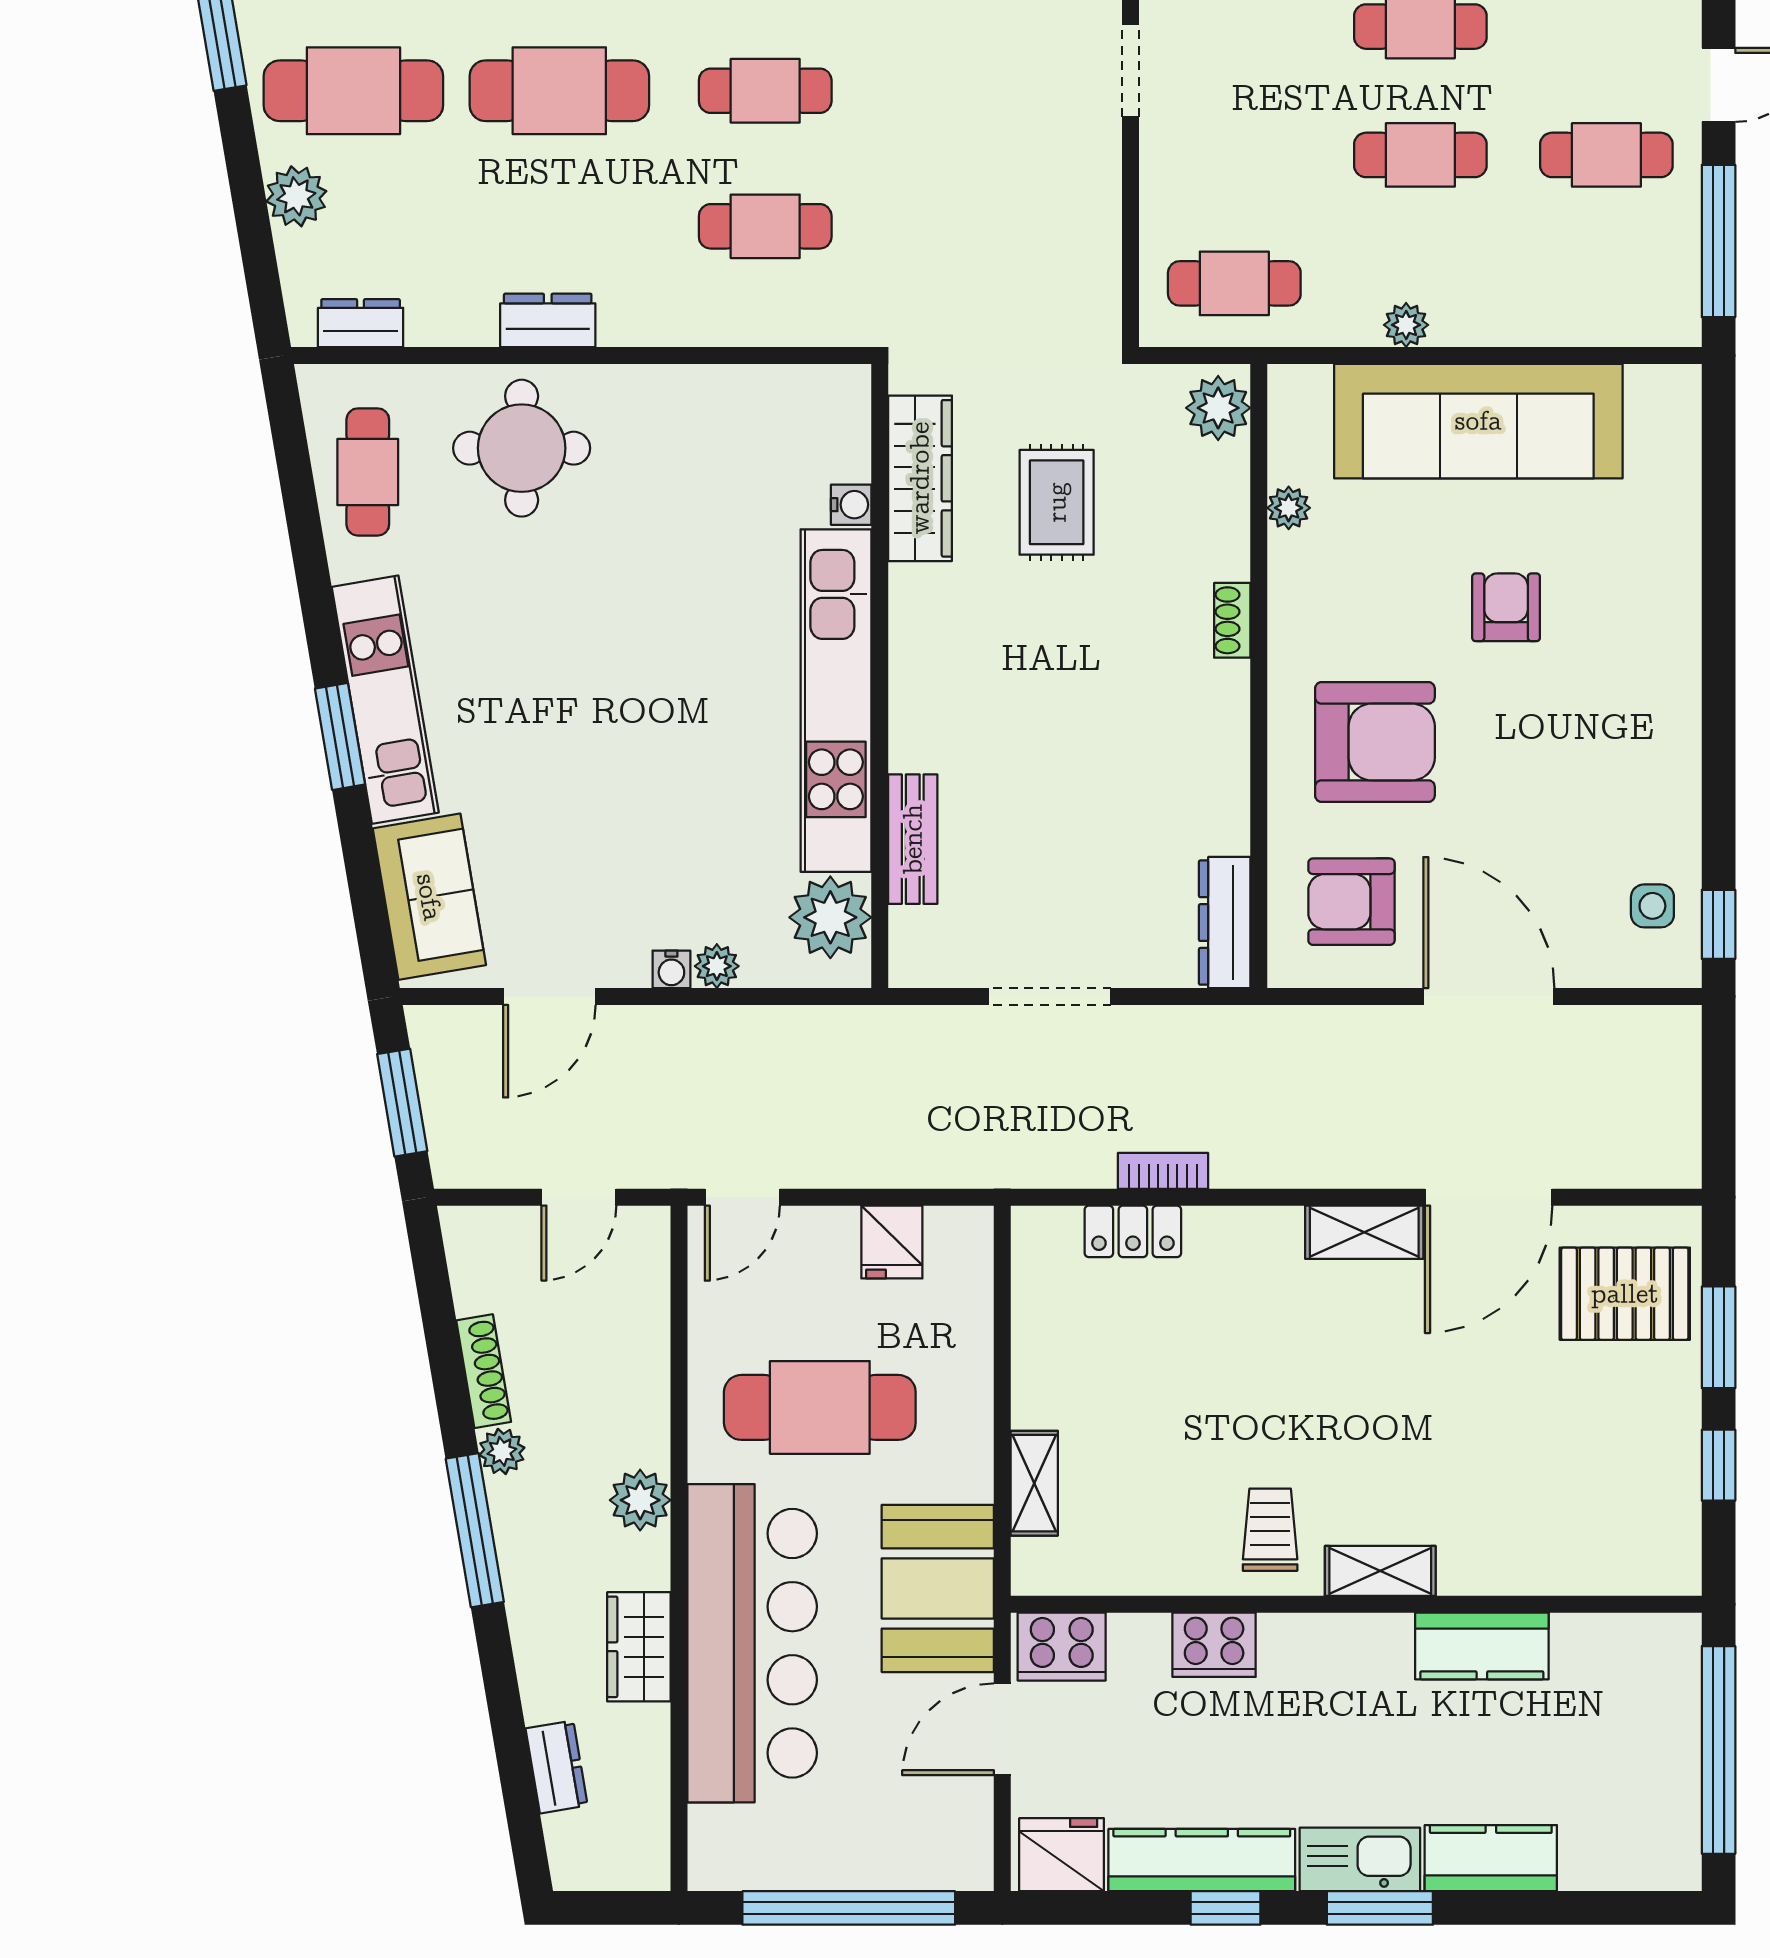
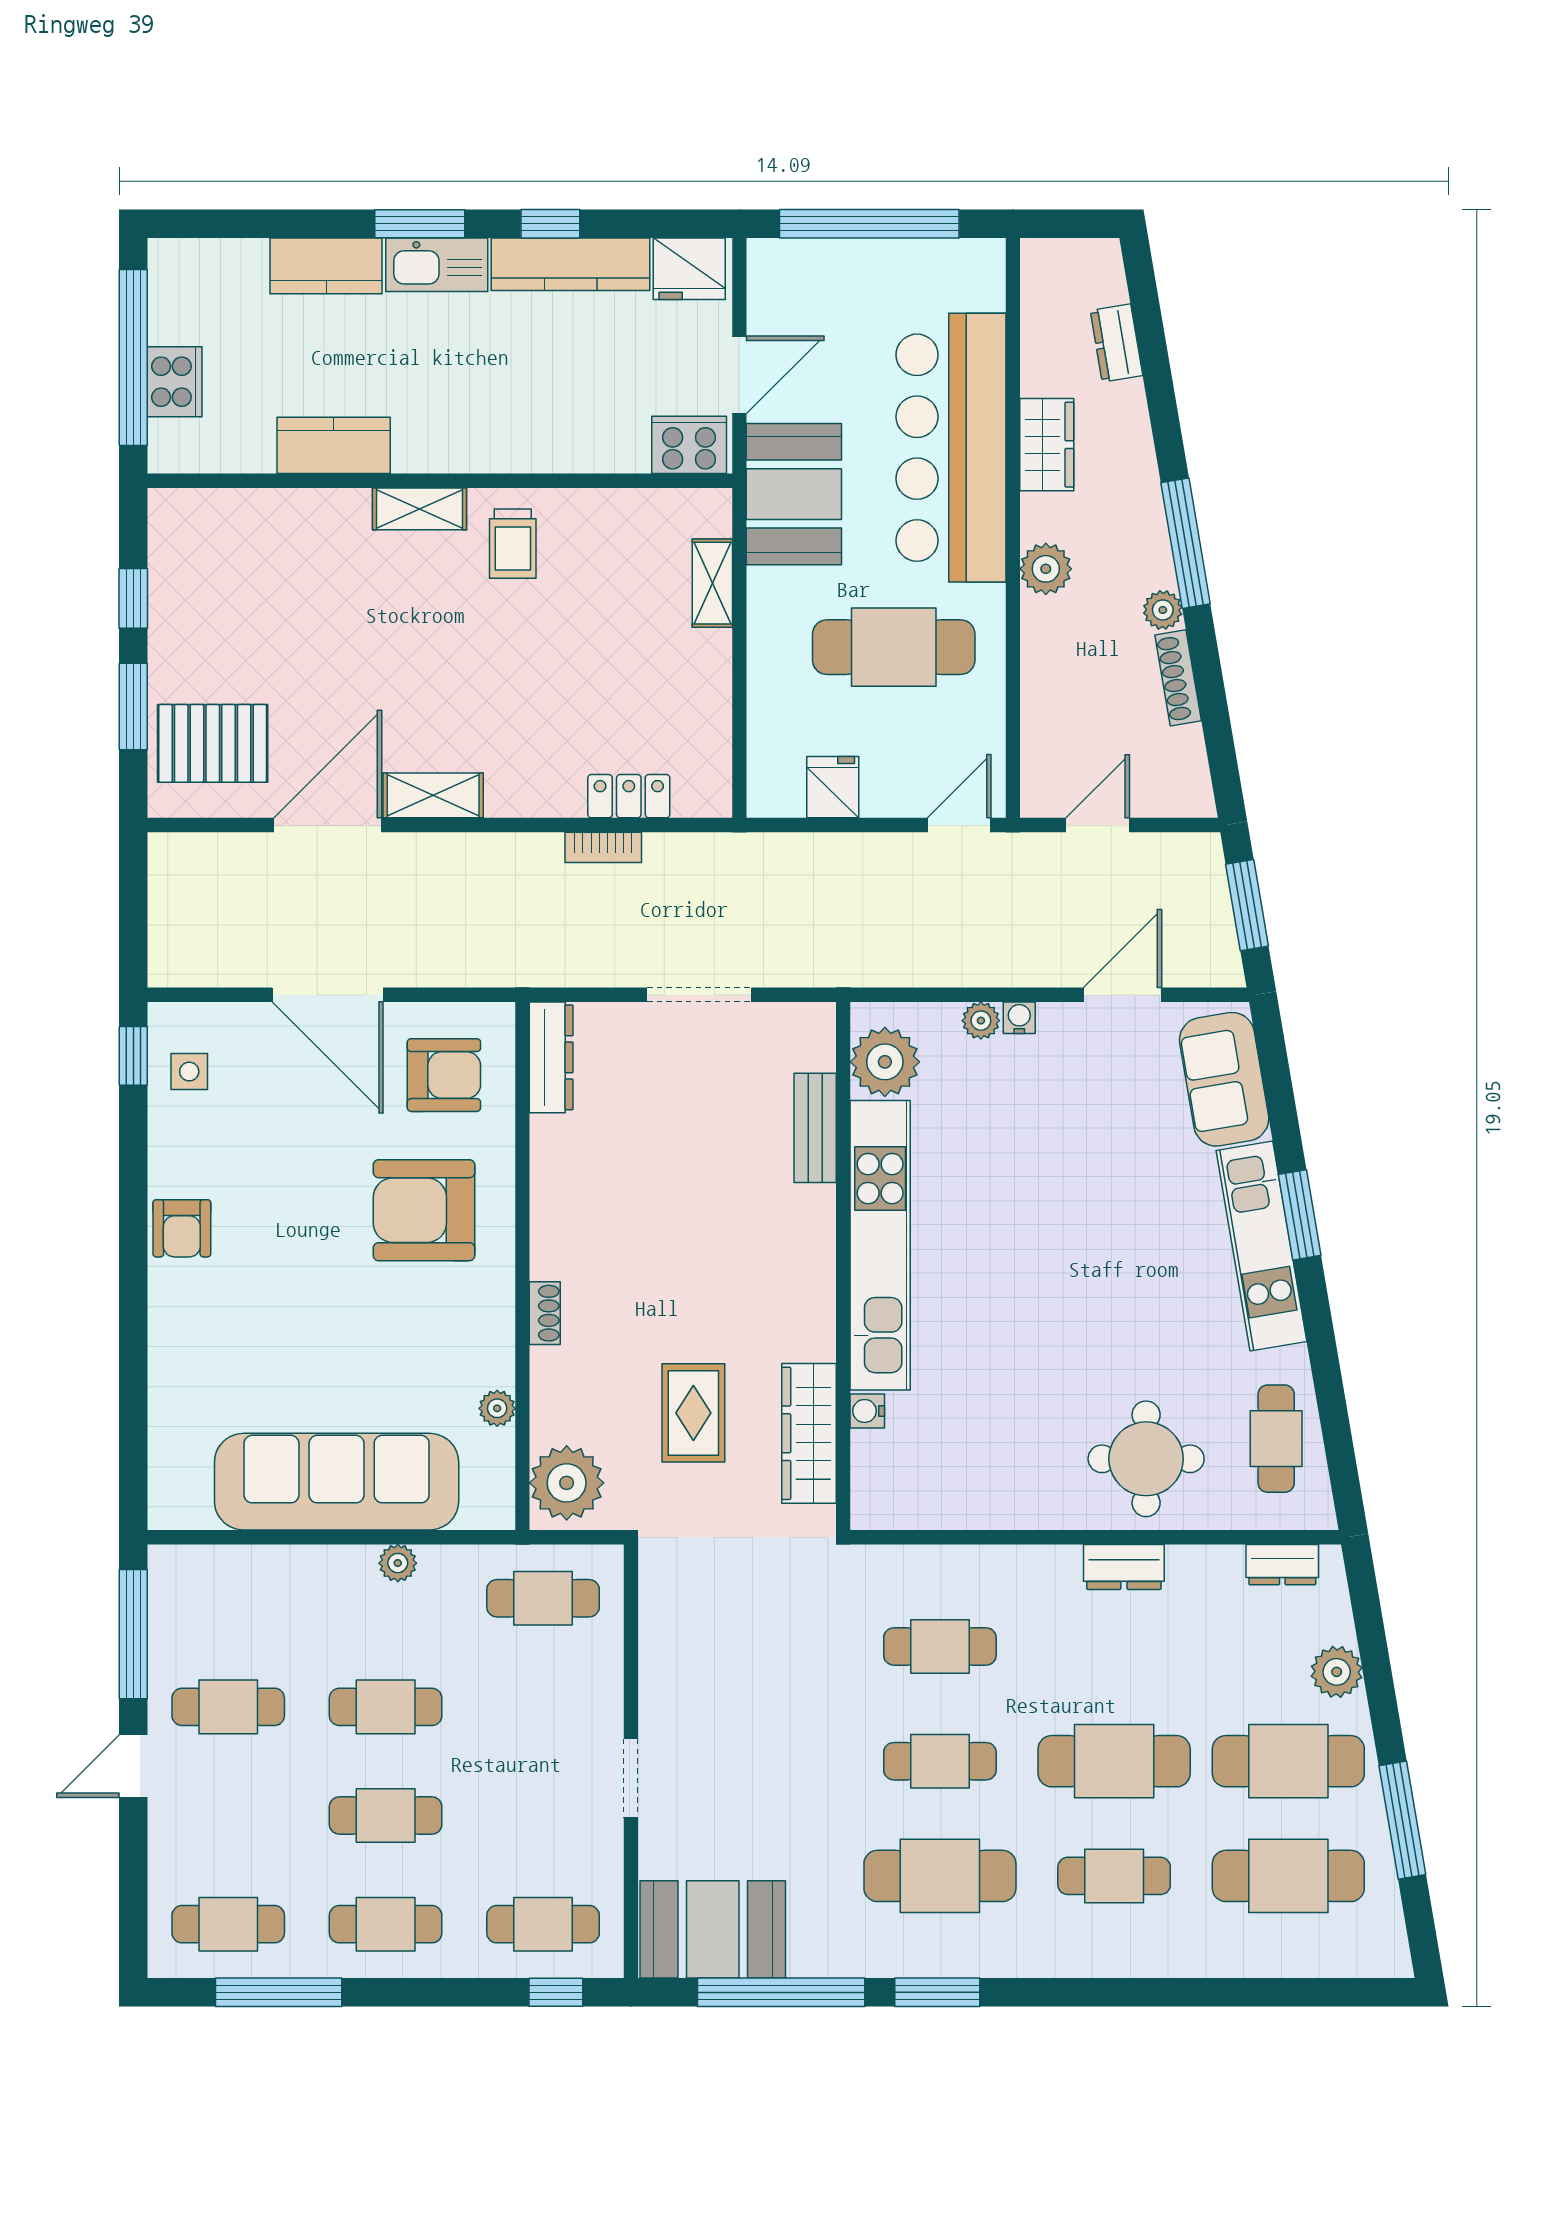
plant: (1218, 408) -> (567, 1483), width x1.36, depth x1.36
armchair: (1506, 607) -> (182, 1228), moved
cooker: (1214, 1645) -> (175, 382), moved, turned 90

